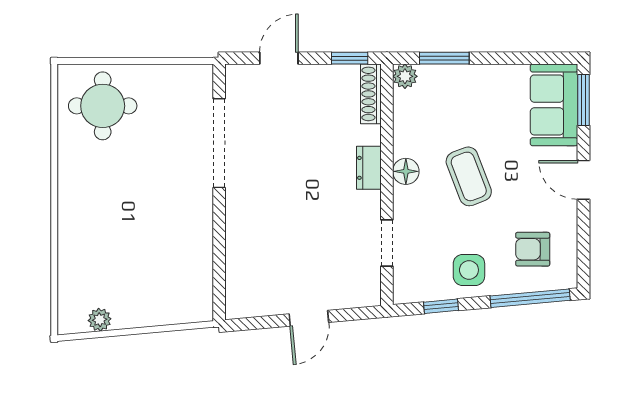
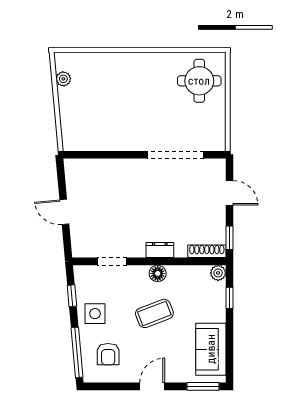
window: (444, 58) -> (230, 298), width x0.67
sofa: (554, 105) -> (211, 349), moved, turned -90
armchair: (533, 249) -> (108, 354), turned 180

